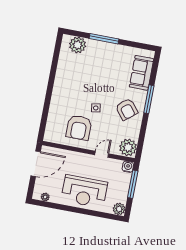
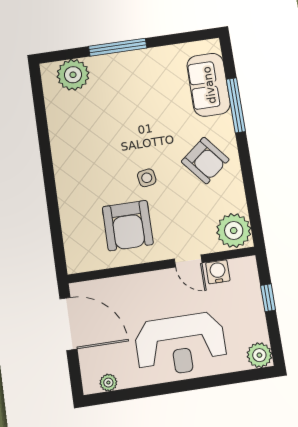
window: (149, 99) -> (236, 105), moved
door: (102, 154) -> (188, 261), swing flipped
door: (36, 164) -> (68, 324), hinge flipped
water cooler: (128, 167) -> (218, 272), moved
window: (133, 184) -> (268, 298), width x0.46

